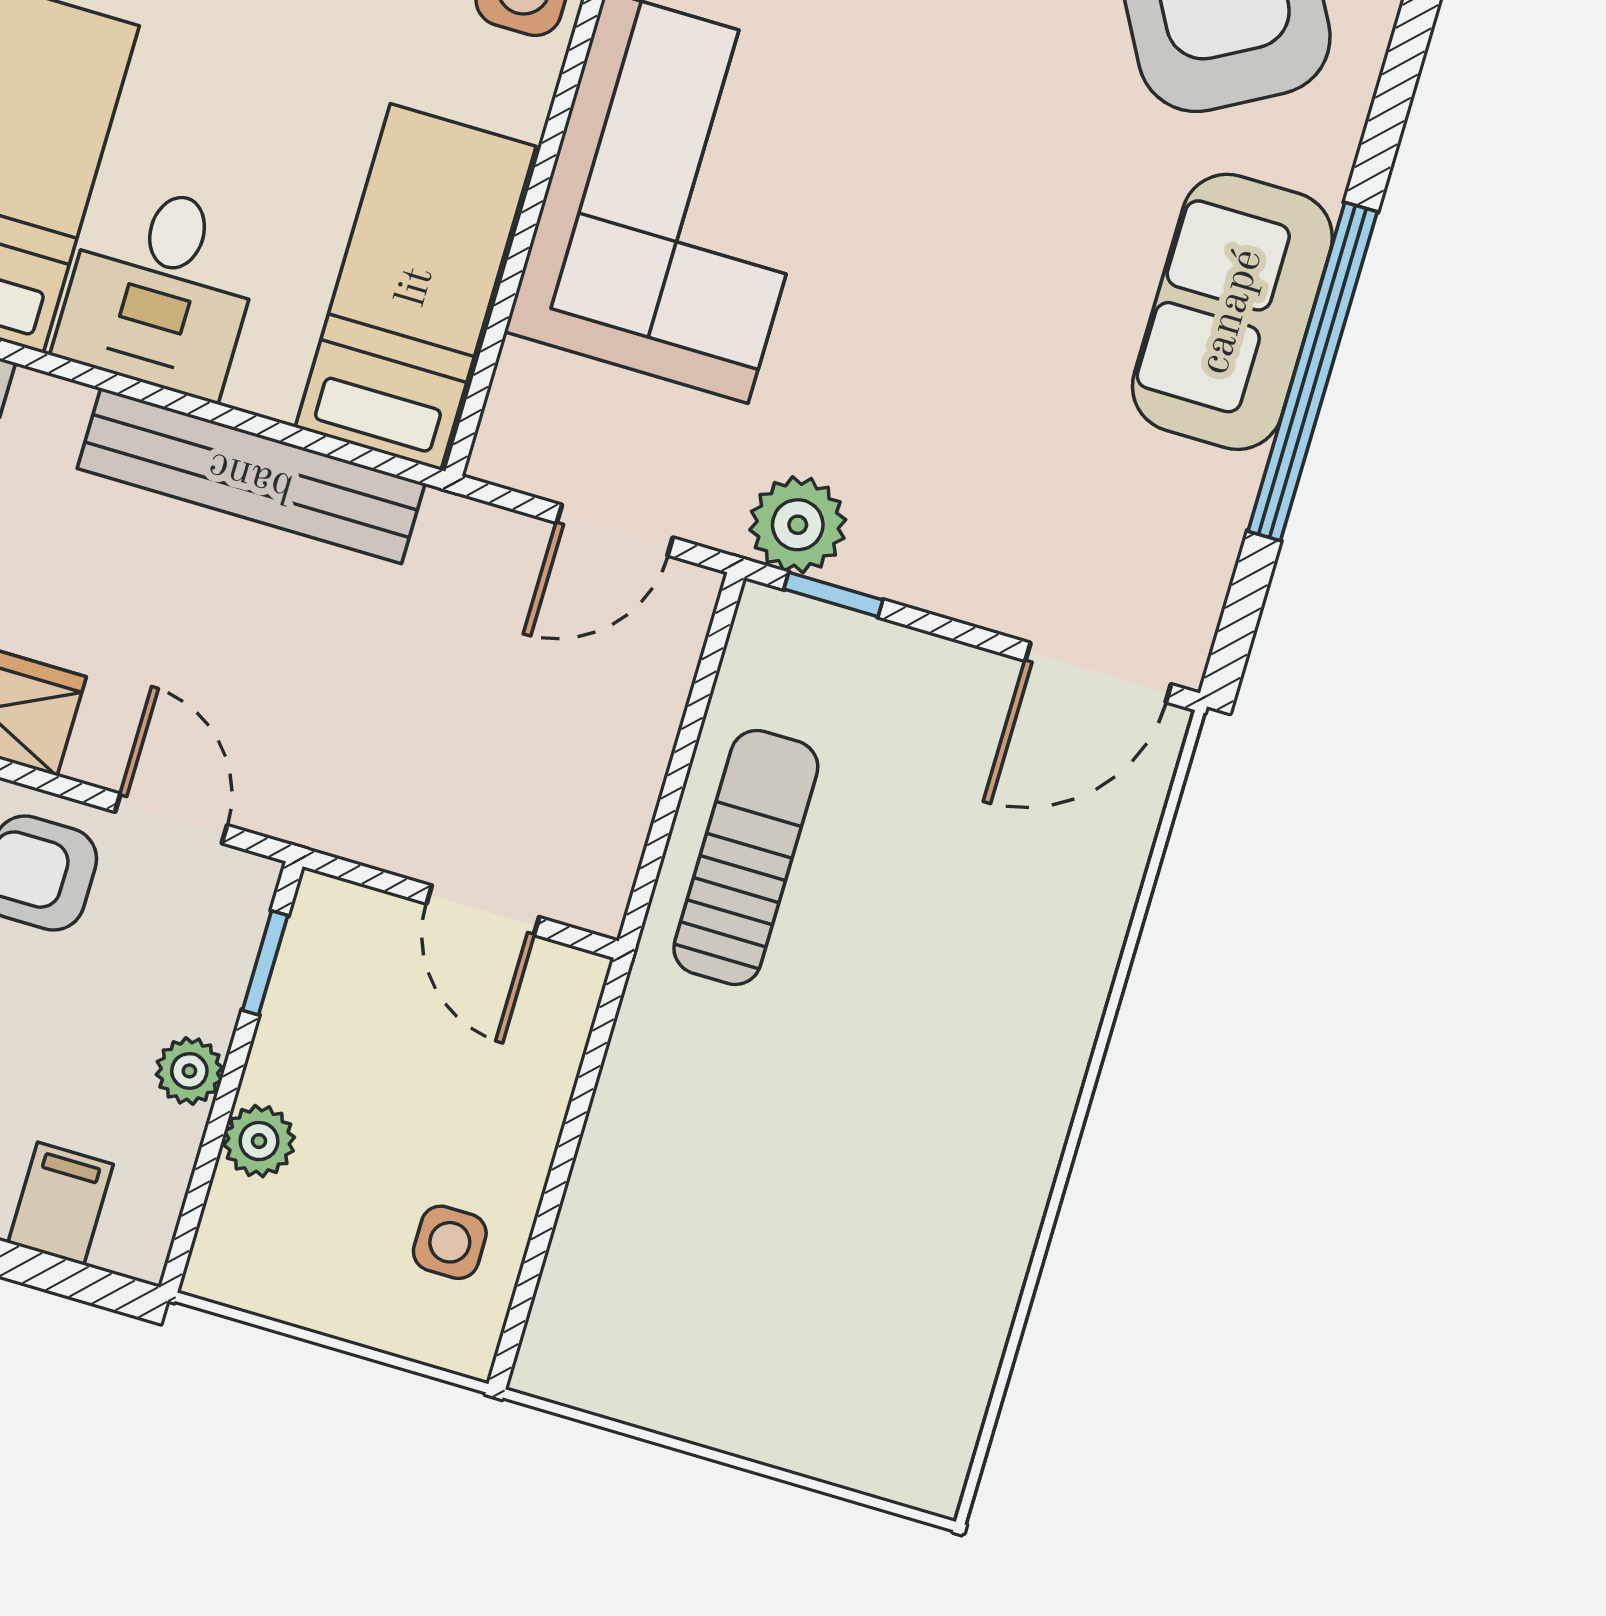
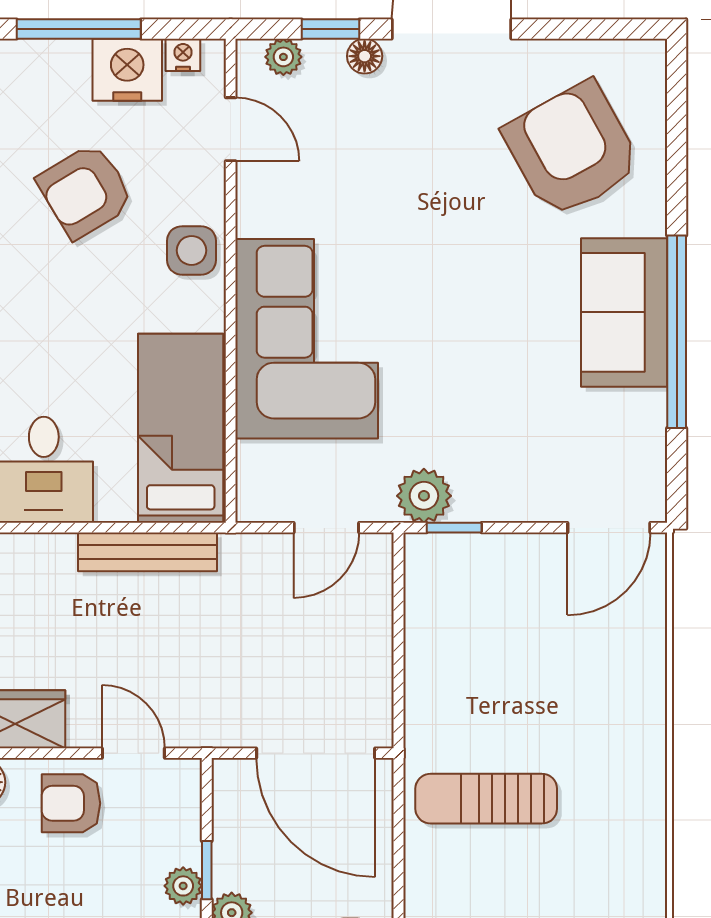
bench: (251, 476) -> (148, 552), width x0.73, depth x0.82
sun lounger: (746, 857) -> (486, 799), moved, turned -90
door: (483, 910) -> (316, 753), width x1.88
window: (265, 963) -> (207, 870), moved

